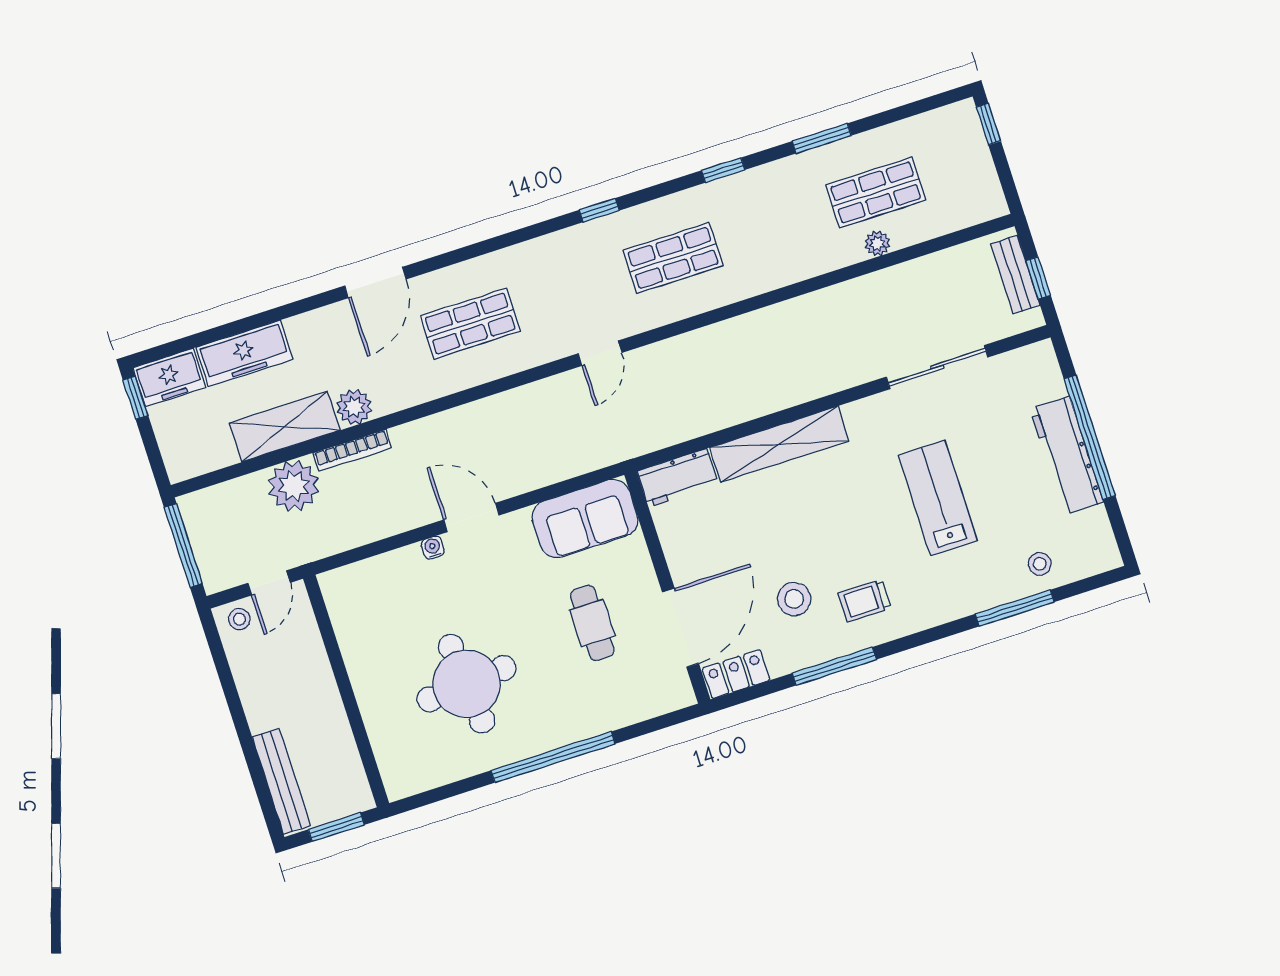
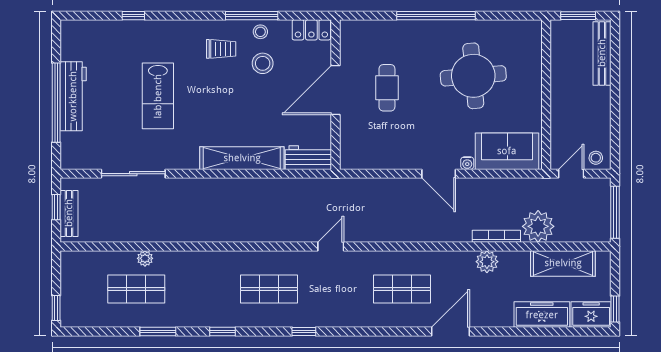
shelving: (285, 427) -> (563, 263), moved
sofa: (585, 519) -> (507, 151), moved
stool: (1040, 564) -> (260, 32), moved
window: (1015, 608) -> (133, 16), width x0.46
door: (681, 628) -> (336, 90), moved

